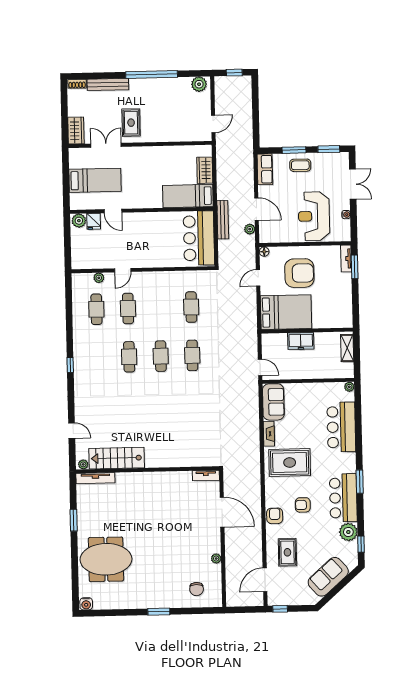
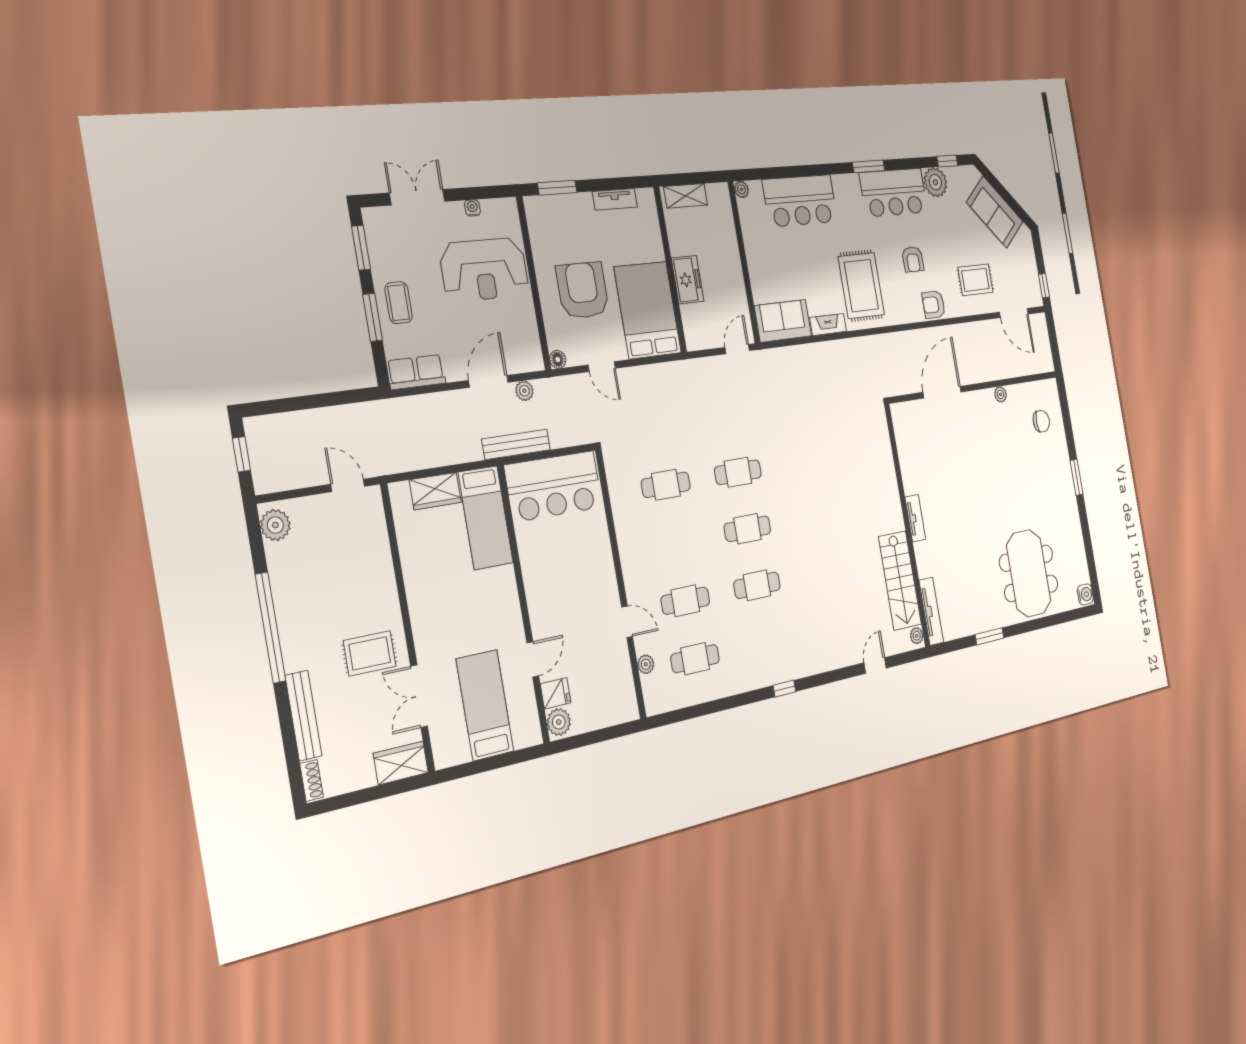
tv unit: (346, 259) -> (615, 199), moved
tv unit: (206, 476) -> (915, 518), moved

